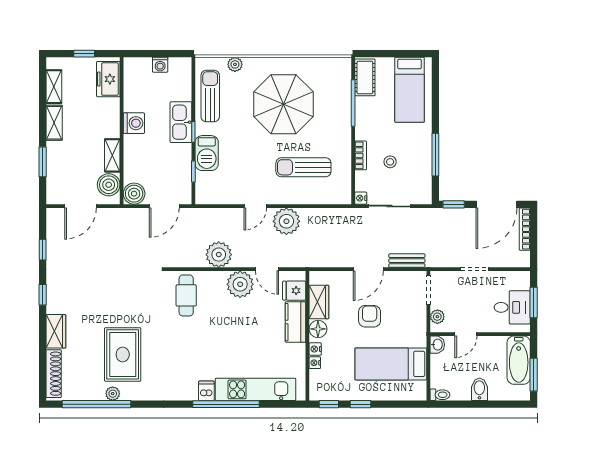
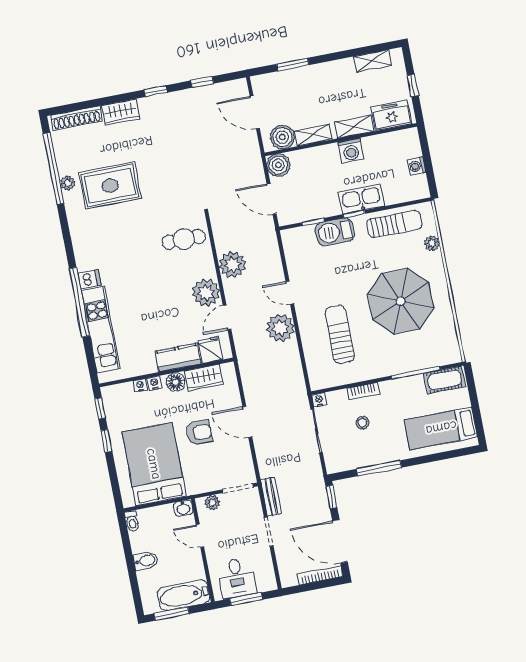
shelving: (54, 123) -> (354, 127), moved
bench: (407, 261) -> (271, 497), moved
bed: (391, 364) -> (154, 464), width x1.50

